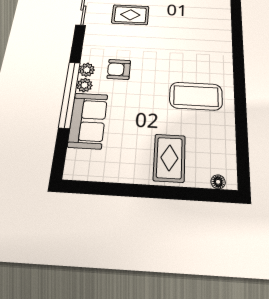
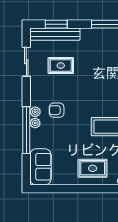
sofa: (88, 120) -> (41, 167), moved
rug: (169, 158) -> (93, 168), turned 90

